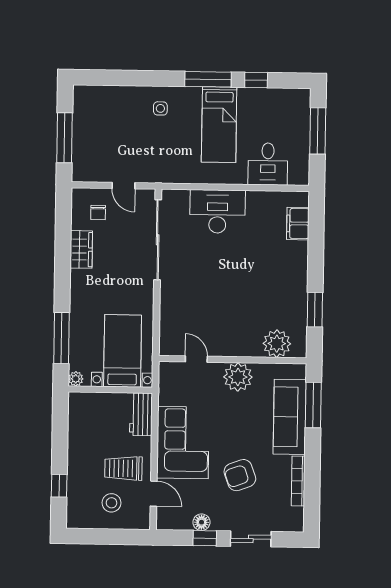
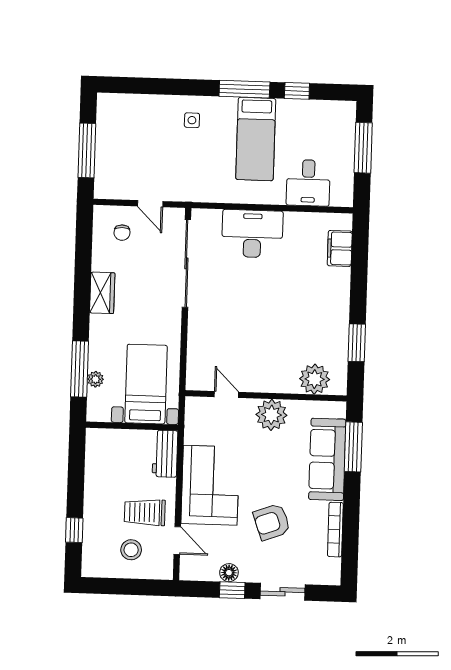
wardrobe: (81, 249) -> (102, 293), moved
plant: (76, 379) -> (96, 379), moved

